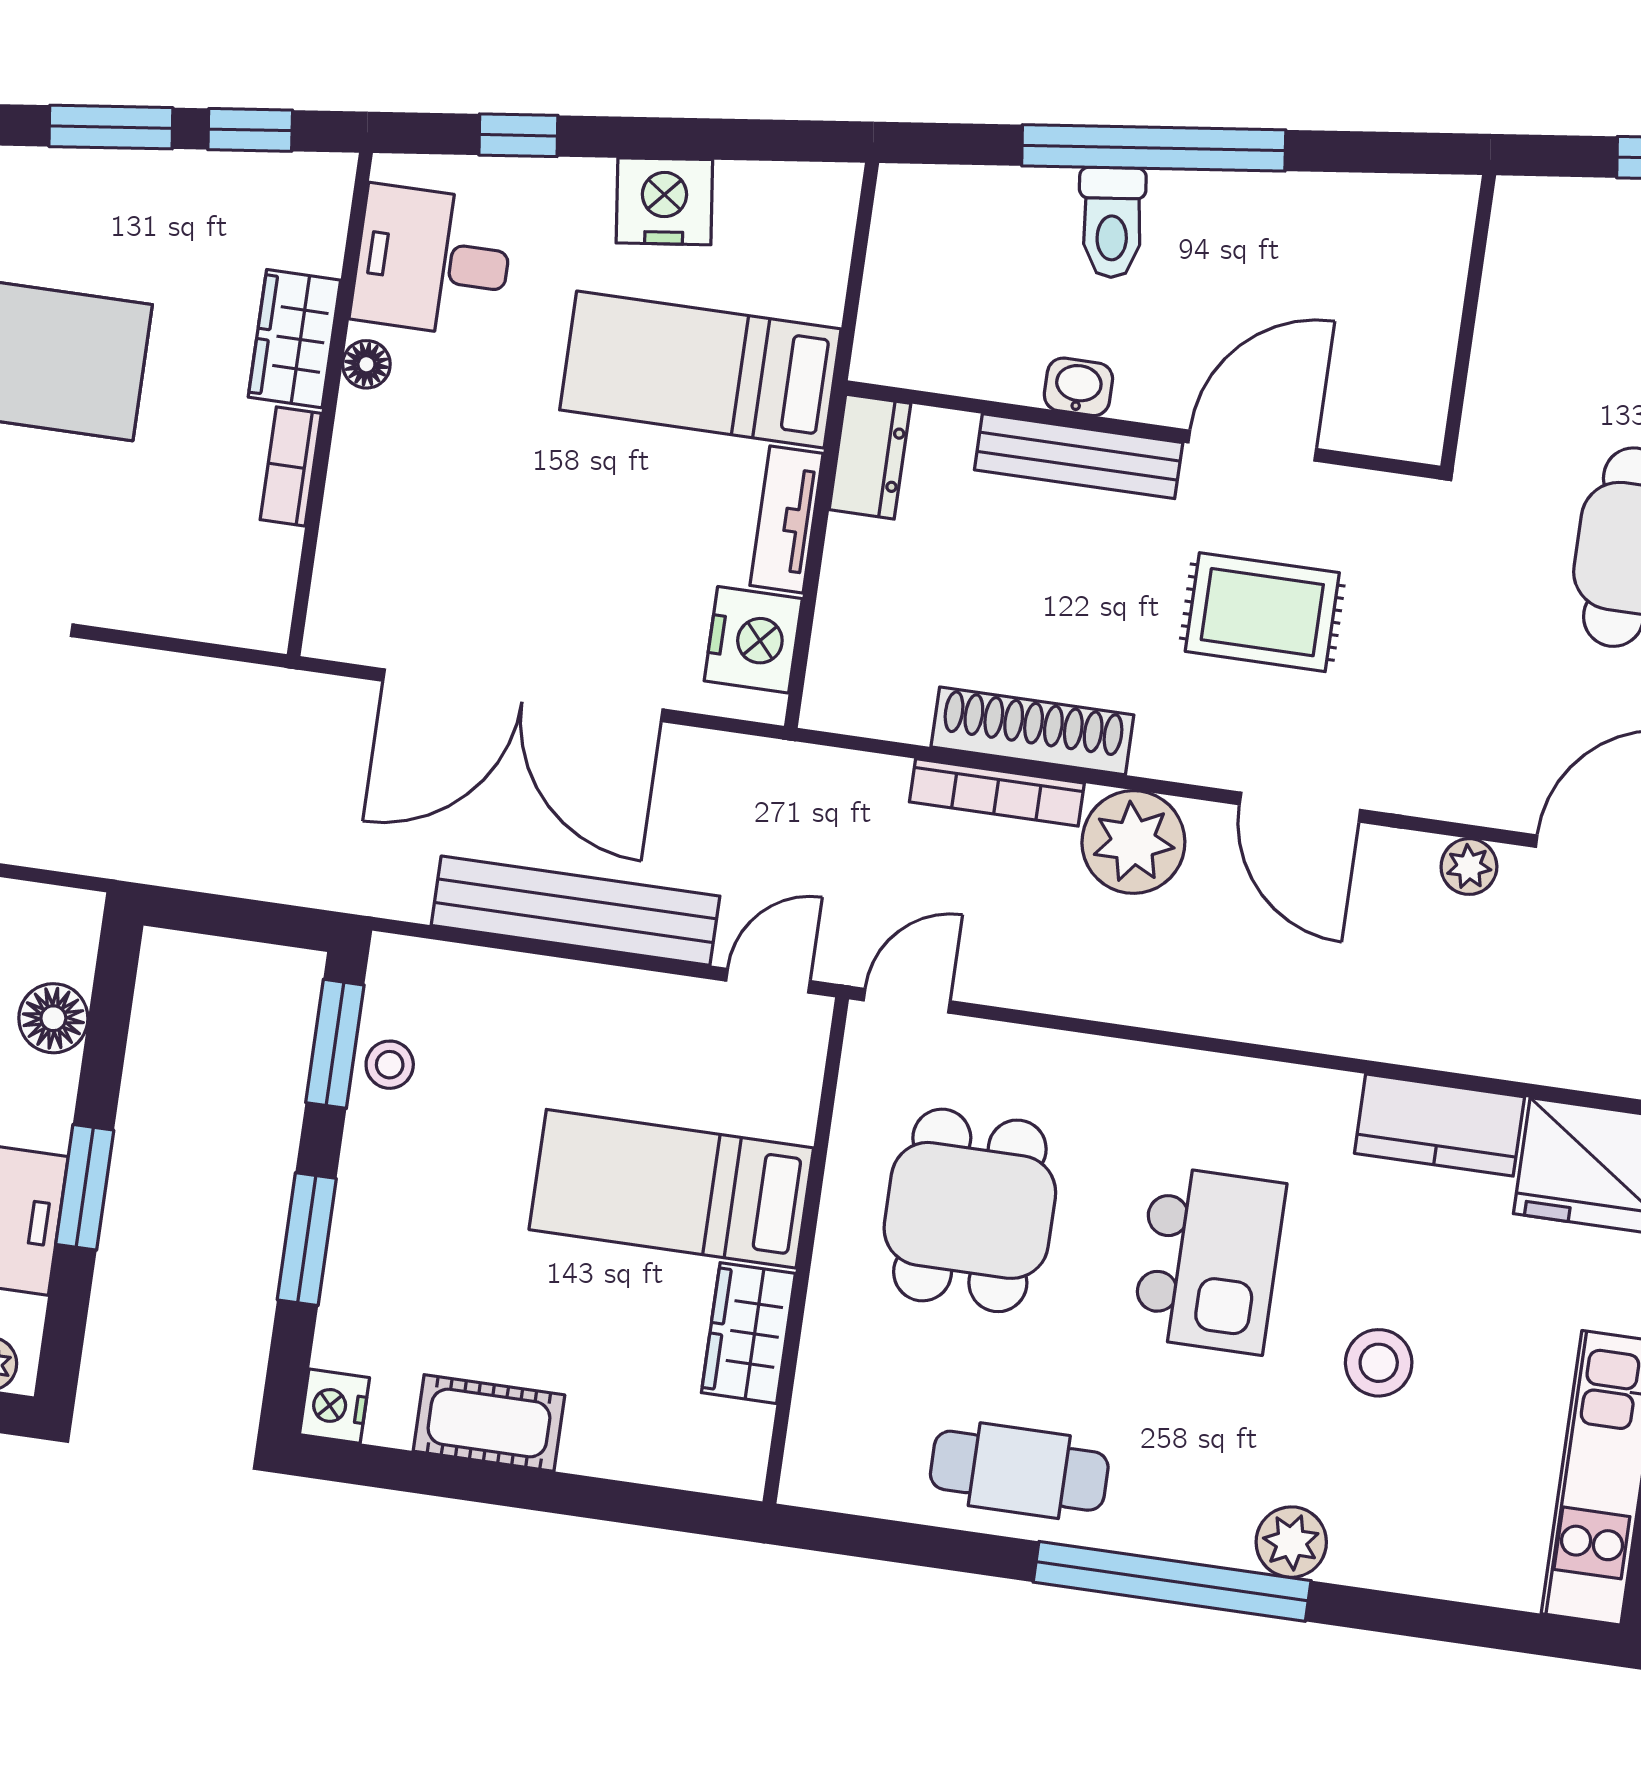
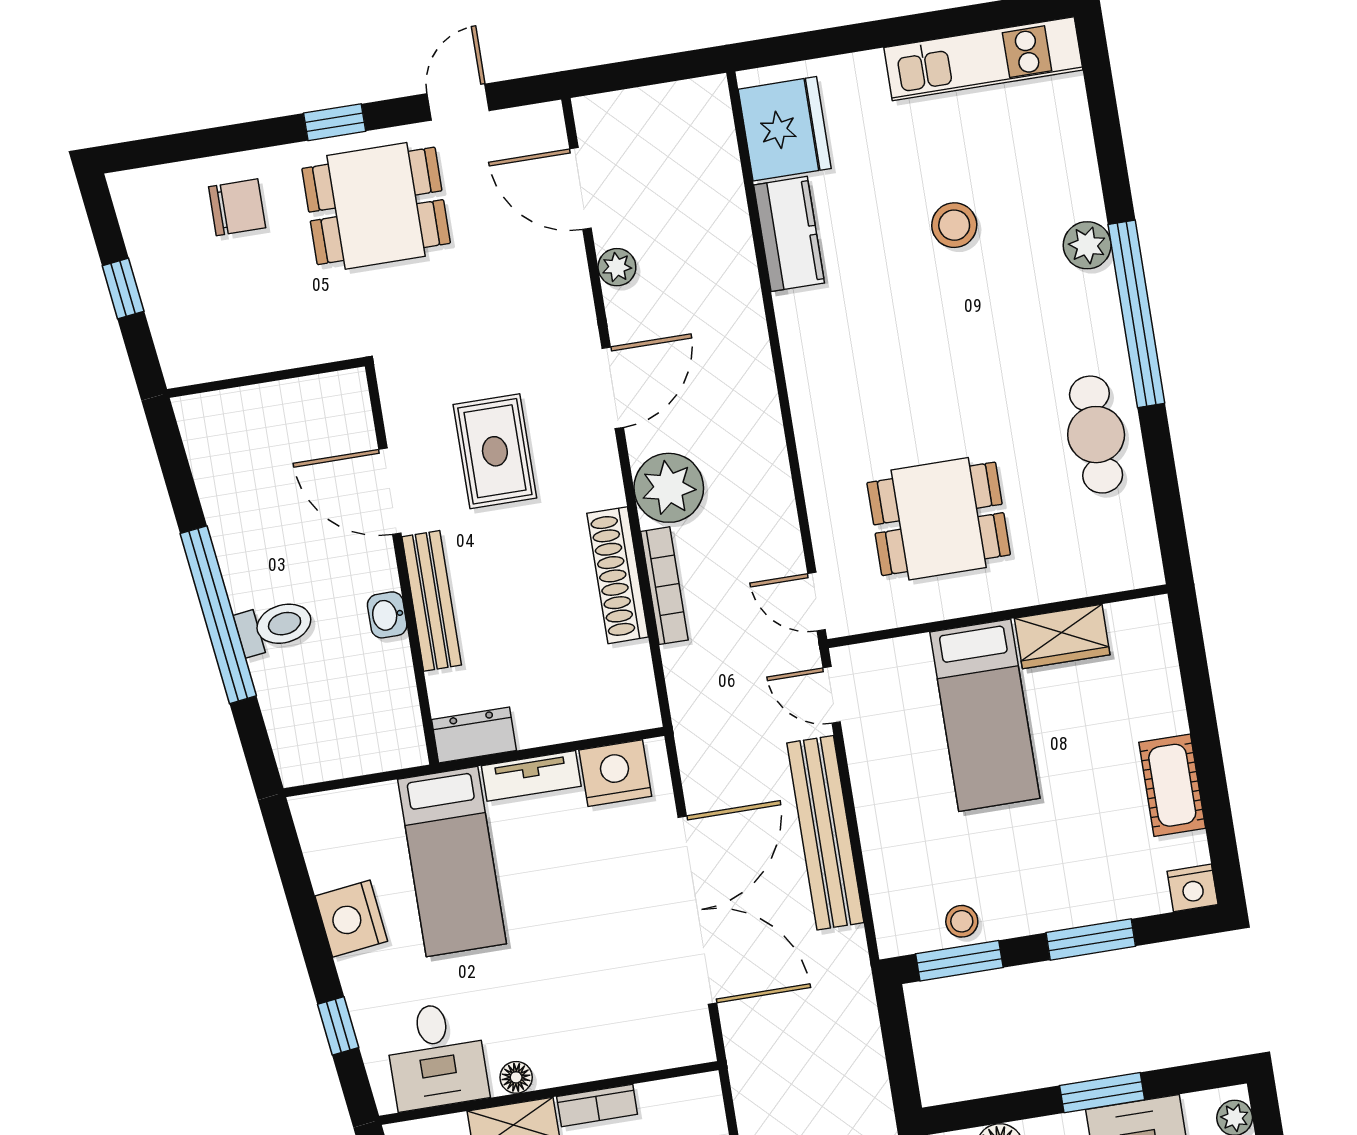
kitchen island: (1209, 1260) -> (922, 355), removed

